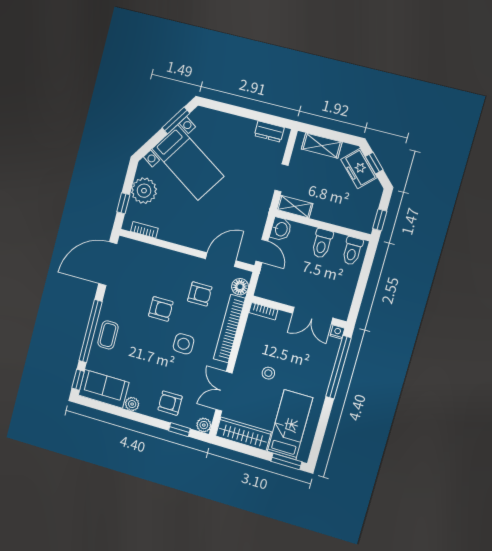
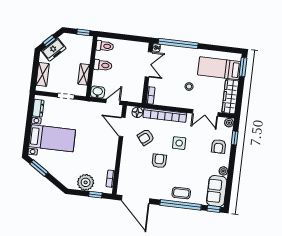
bed with nightstands: (188, 163) -> (52, 138), moved, turned 57
shelving: (295, 207) -> (84, 74), moved
armchair: (200, 294) -> (146, 137), turned -129

